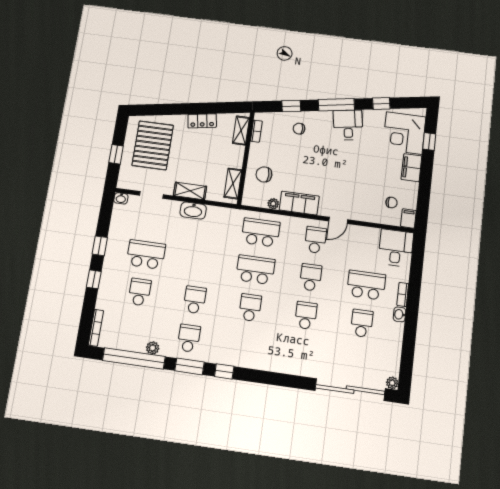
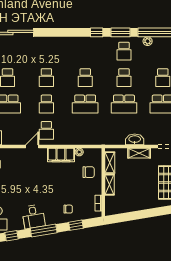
locker: (202, 121) -> (138, 205), removed
shelving: (241, 130) -> (109, 185), moved
school desk: (261, 232) -> (124, 104), moved

